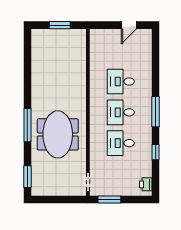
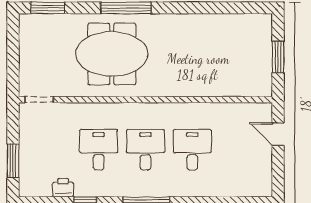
door: (129, 25) -> (278, 134), moved
printer: (146, 184) -> (63, 188), moved
window: (109, 200) -> (13, 161), moved

